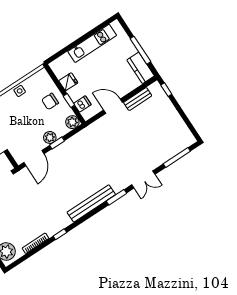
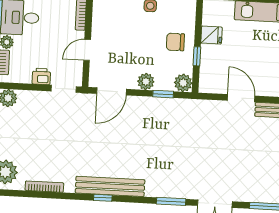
dishwasher: (82, 104) -> (209, 71), removed
window: (57, 143) -> (163, 94), moved
bench: (91, 203) -> (110, 186), moved
window: (60, 234) -> (103, 198), moved

